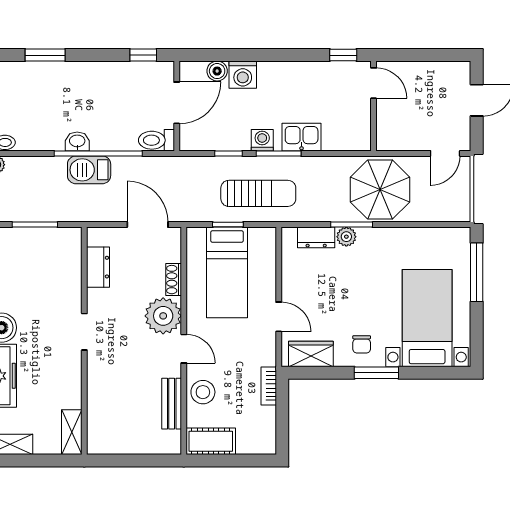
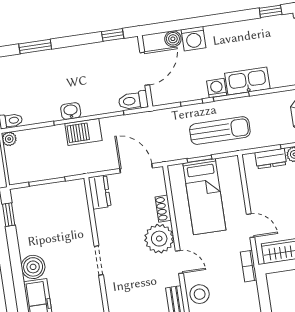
kitchen sink: (302, 137) -> (247, 81), width x1.38
dresser: (98, 267) -> (100, 192), moved
bookcase: (269, 386) -> (249, 266), moved

